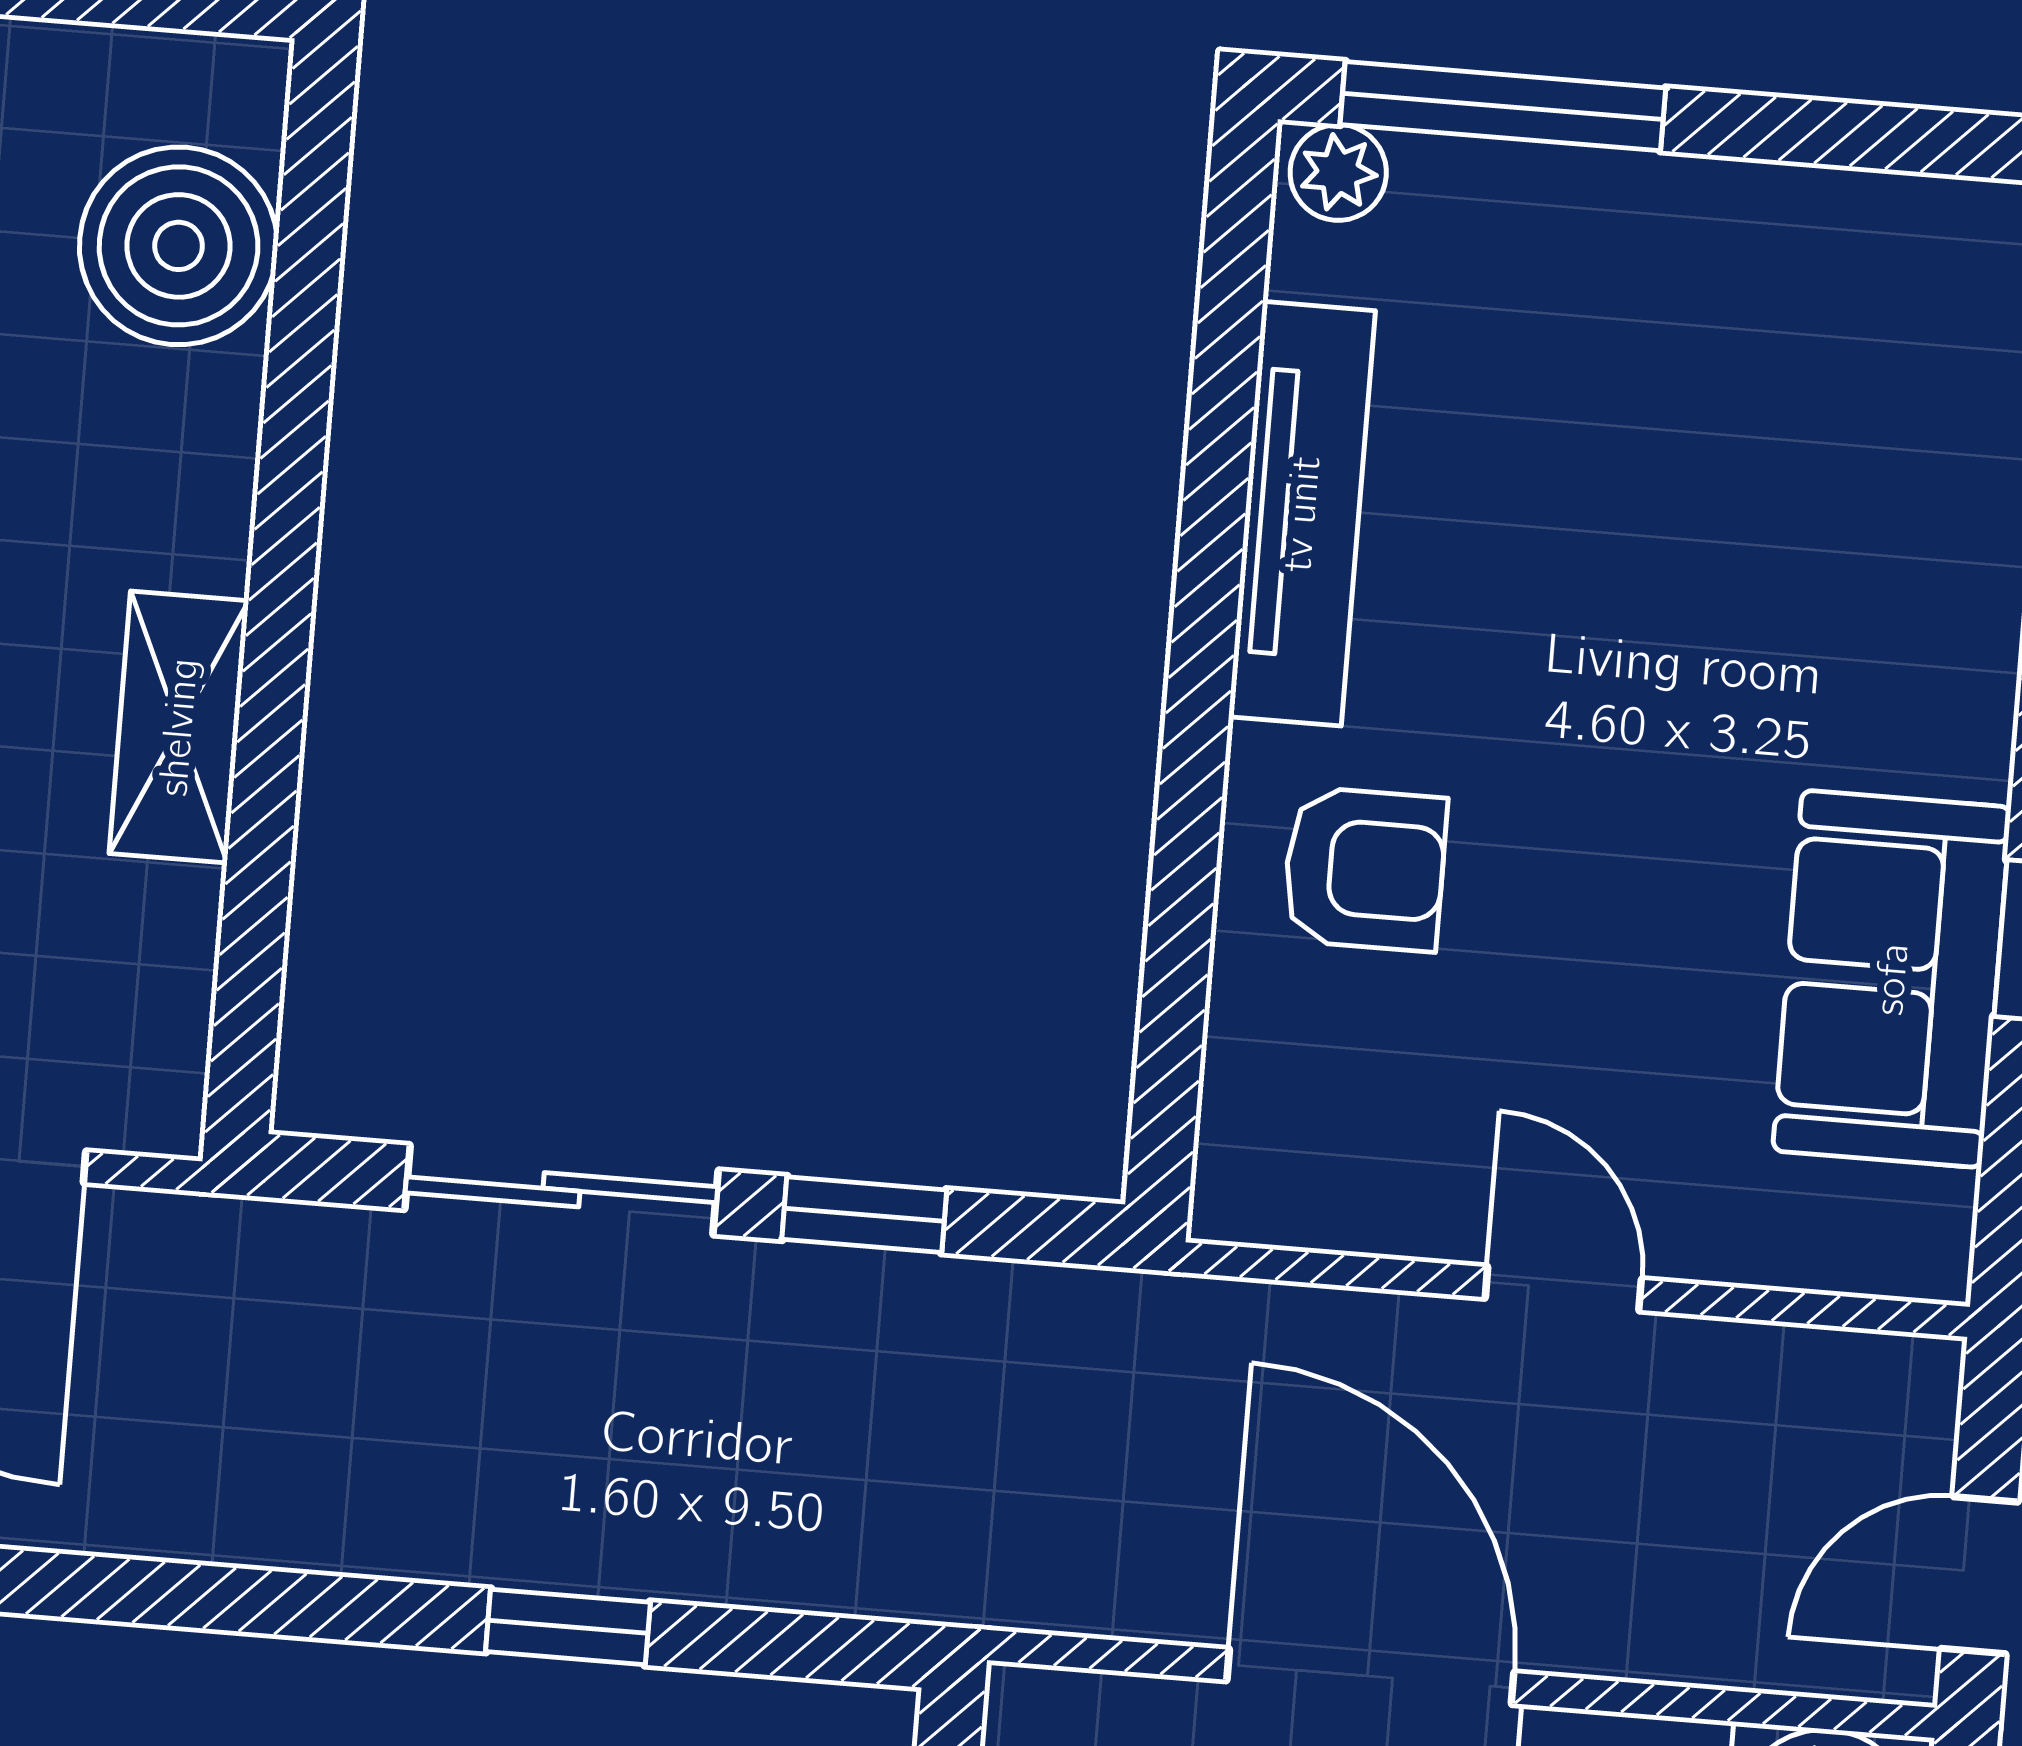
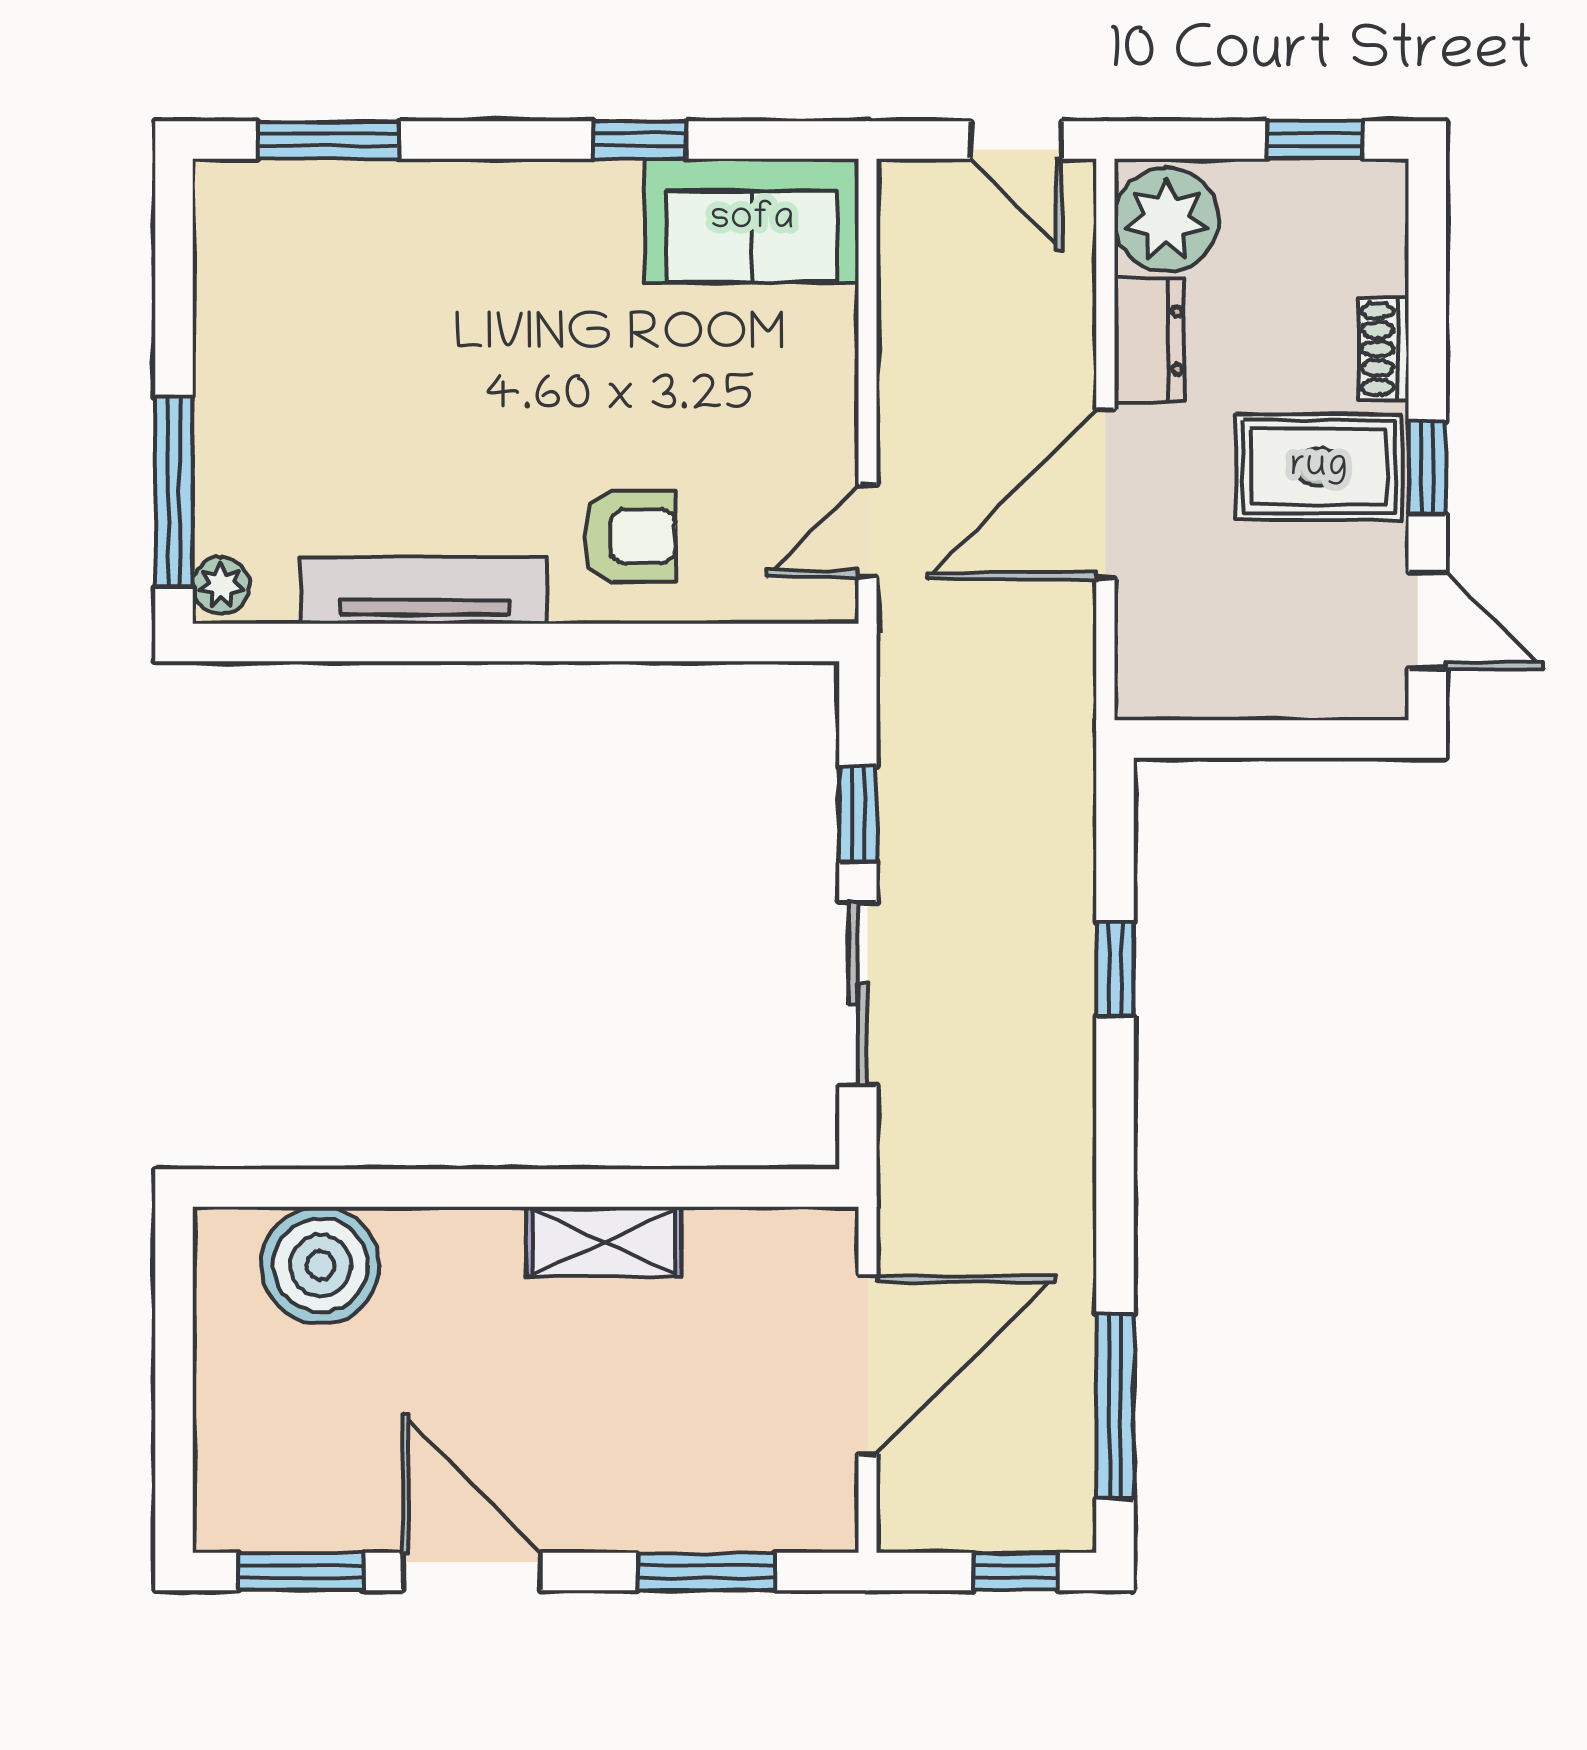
armchair: (1365, 869) -> (630, 536), turned 90
sofa: (1892, 979) -> (752, 220), moved
door: (1563, 1289) -> (868, 531), moved

